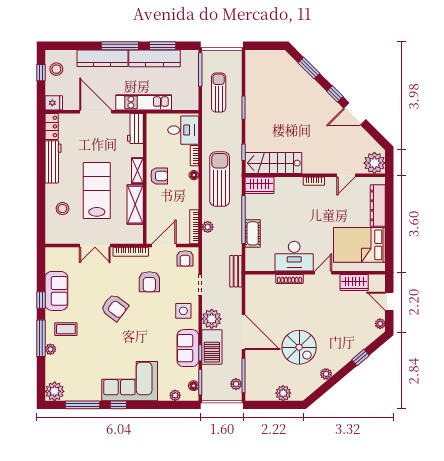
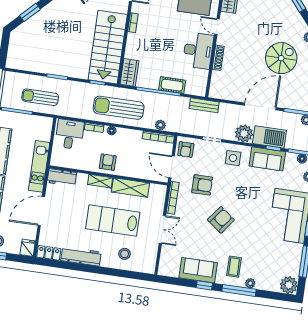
stairs: (273, 163) -> (108, 47), width x1.36, depth x1.51
armchair: (185, 258) -> (186, 150), turned 90

